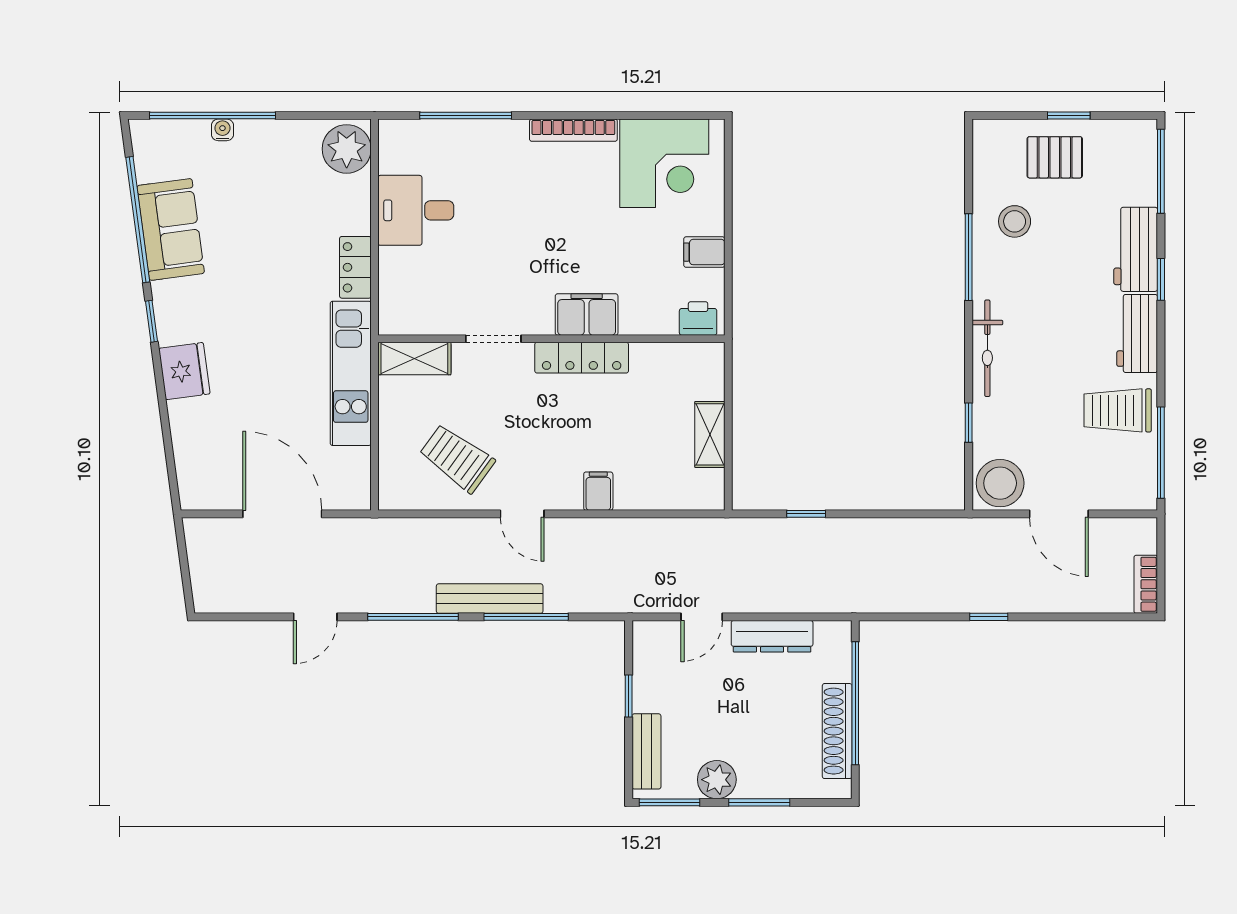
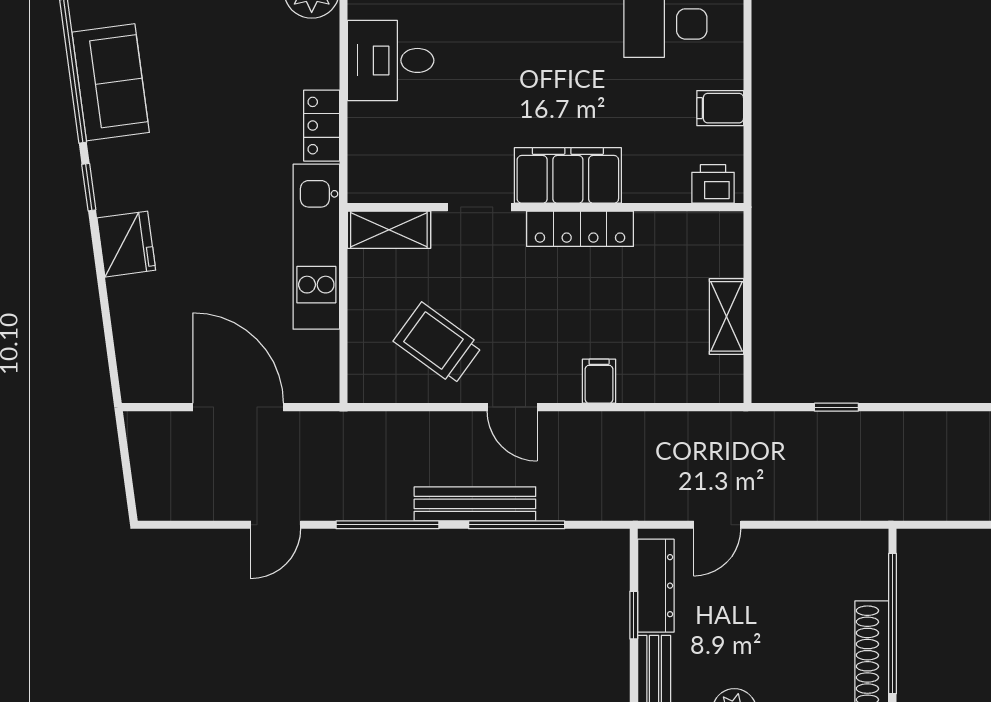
filing cabinet: (587, 314) -> (568, 175), width x1.50, depth x1.17
dresser: (772, 636) -> (656, 586), moved, turned -90

